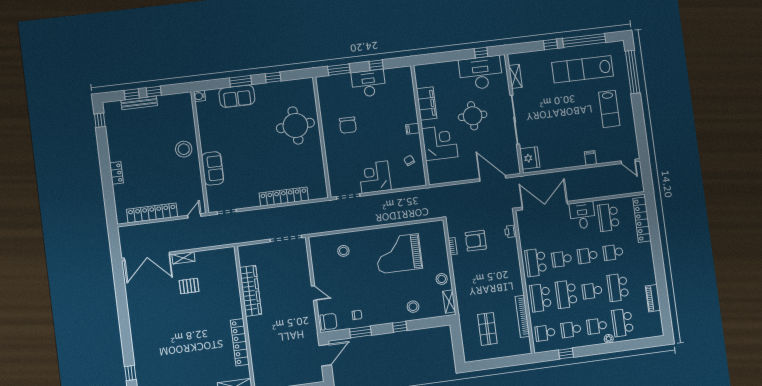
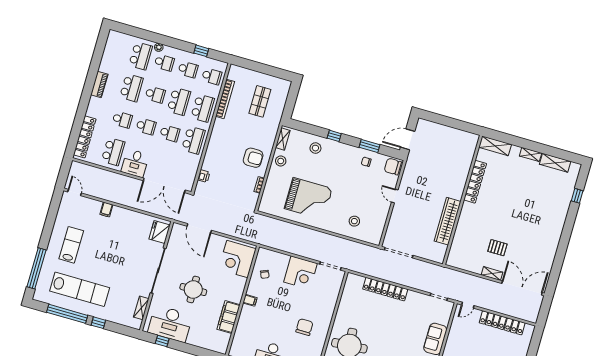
corner desk: (440, 143) -> (237, 259), moved
armchair: (476, 241) -> (253, 158), moved
piano: (653, 298) -> (99, 84), moved

